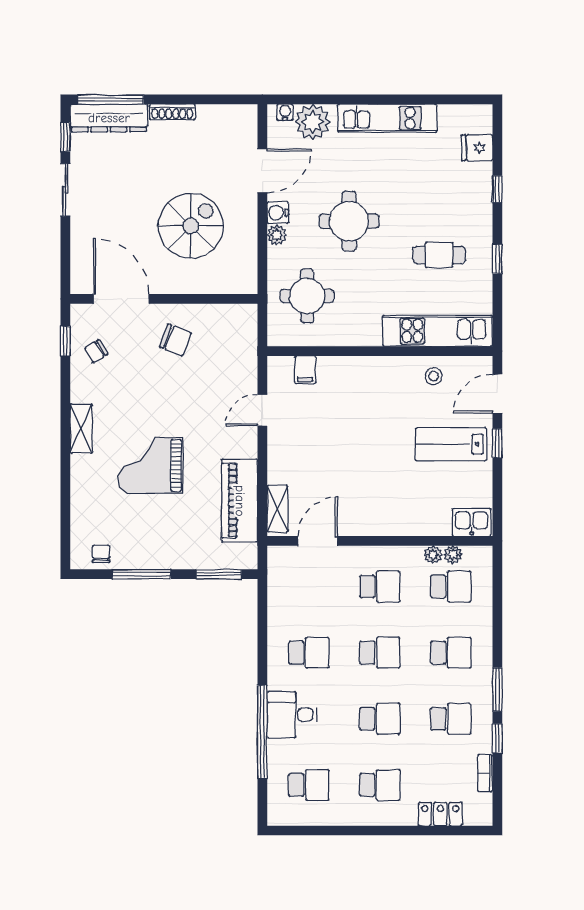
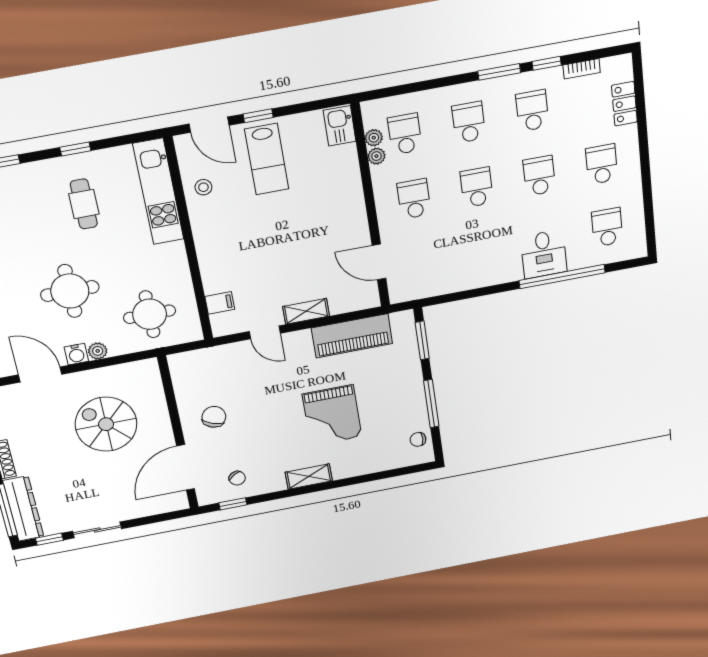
shelving: (278, 509) -> (306, 311), moved
school desk: (309, 653) -> (484, 250), removed

